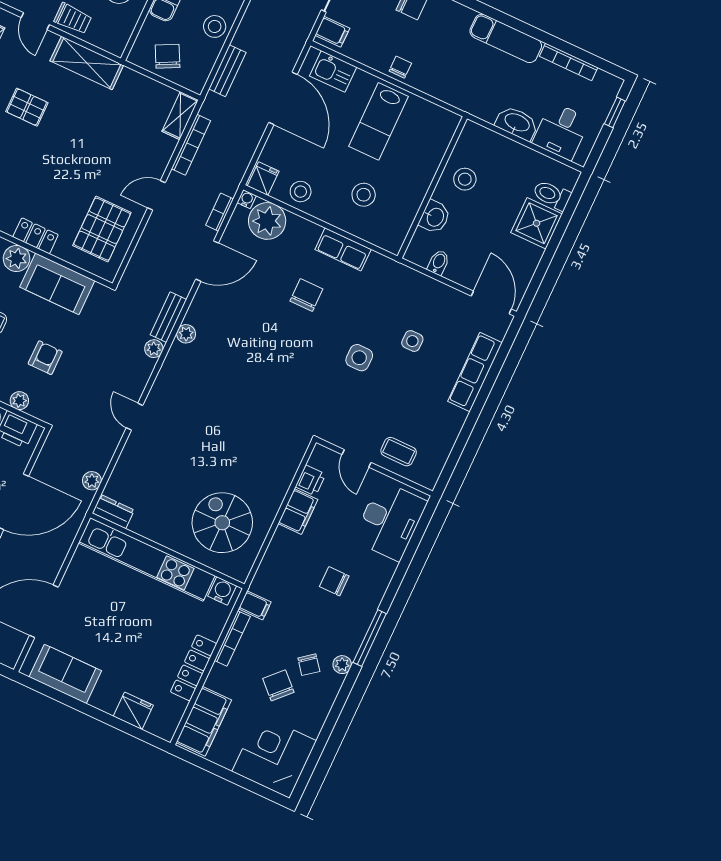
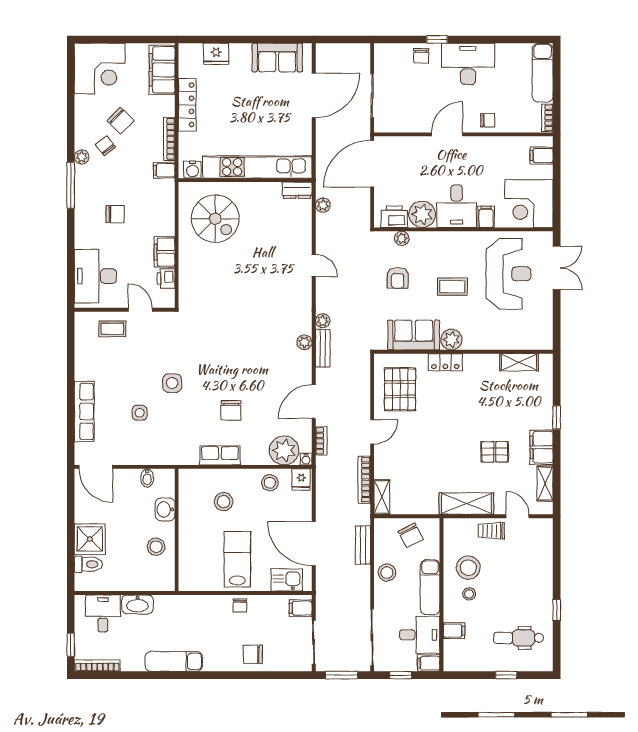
bookcase: (569, 62) -> (97, 666), moved

